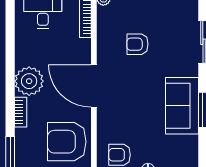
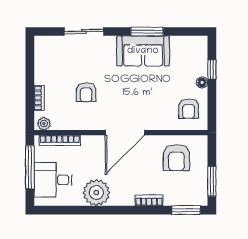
plant: (29, 81) -> (96, 193), moved
armchair: (67, 142) -> (176, 158), width x0.73, depth x0.73

